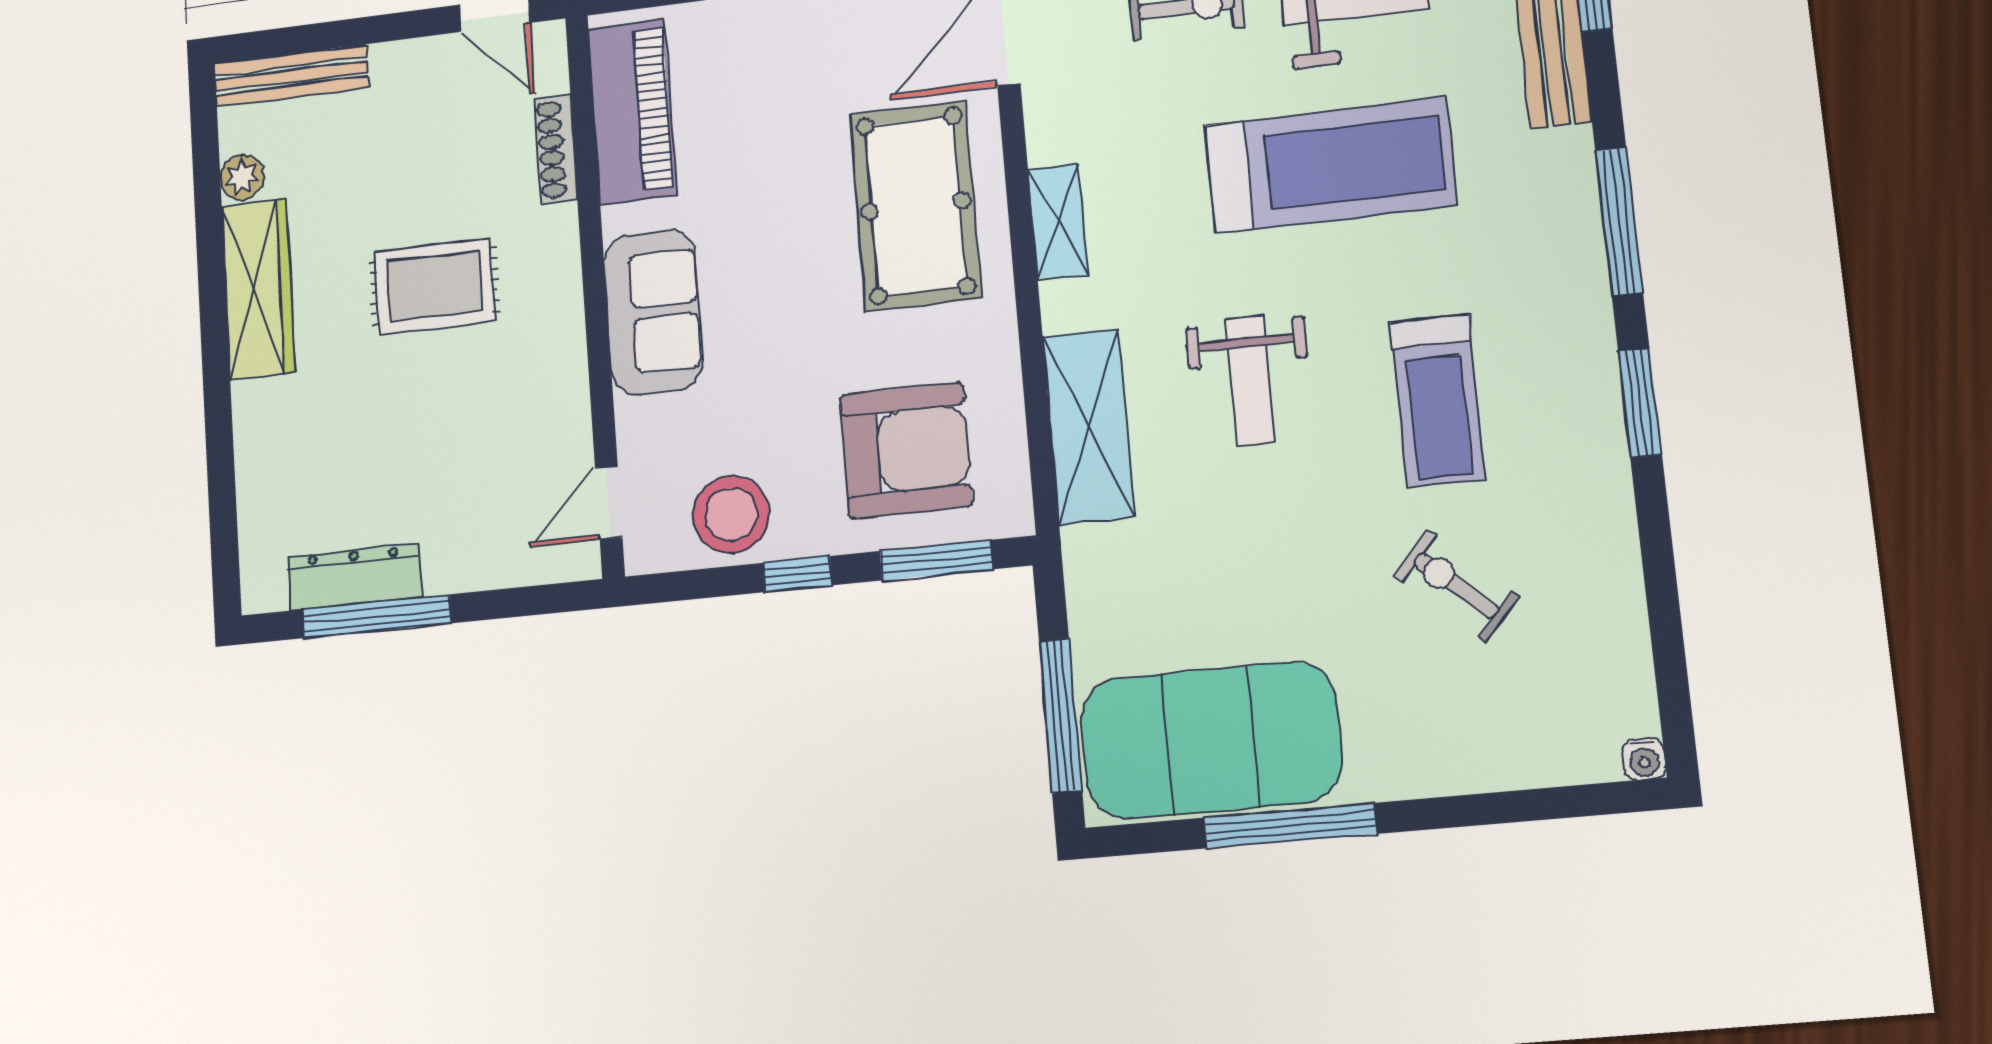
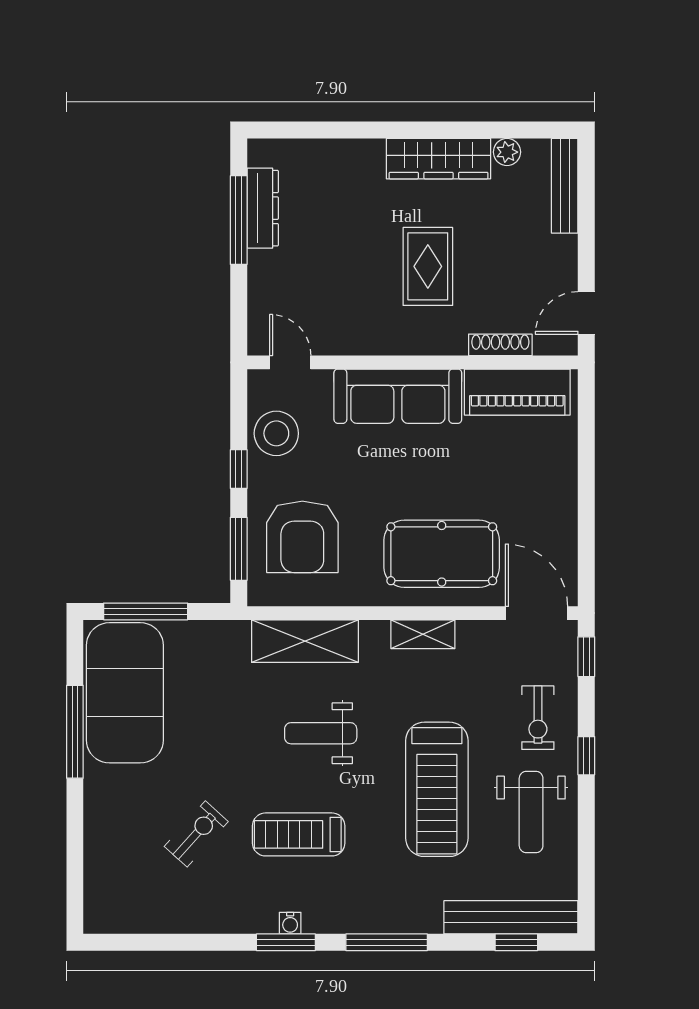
sofa: (653, 312) -> (398, 396), width x1.36
water cooler: (1644, 759) -> (290, 923), moved, turned -90

